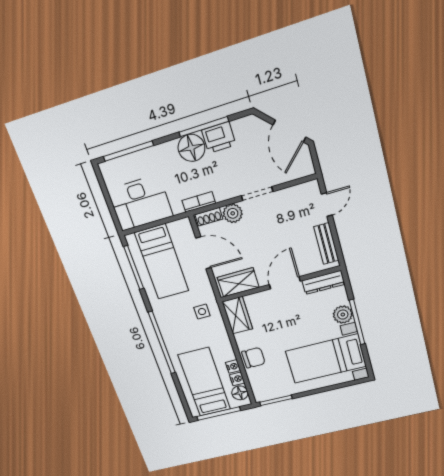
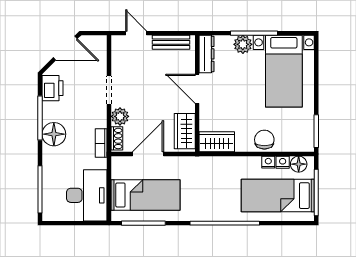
printer: (219, 138) -> (53, 88), moved
side table: (202, 312) -> (204, 174), removed

